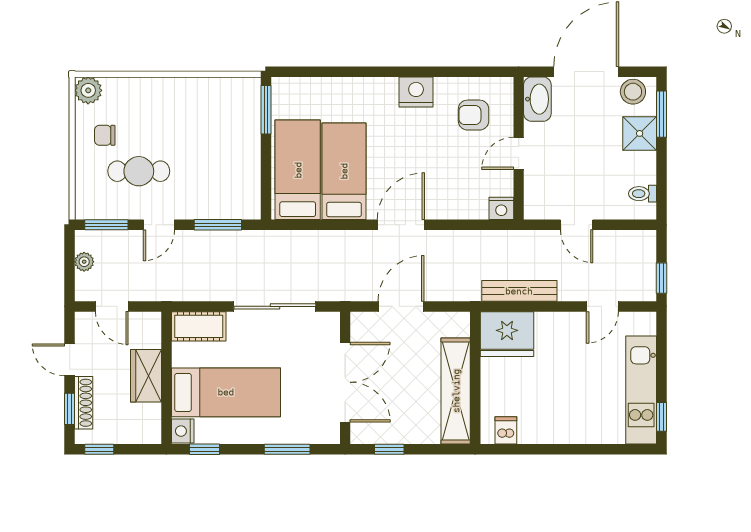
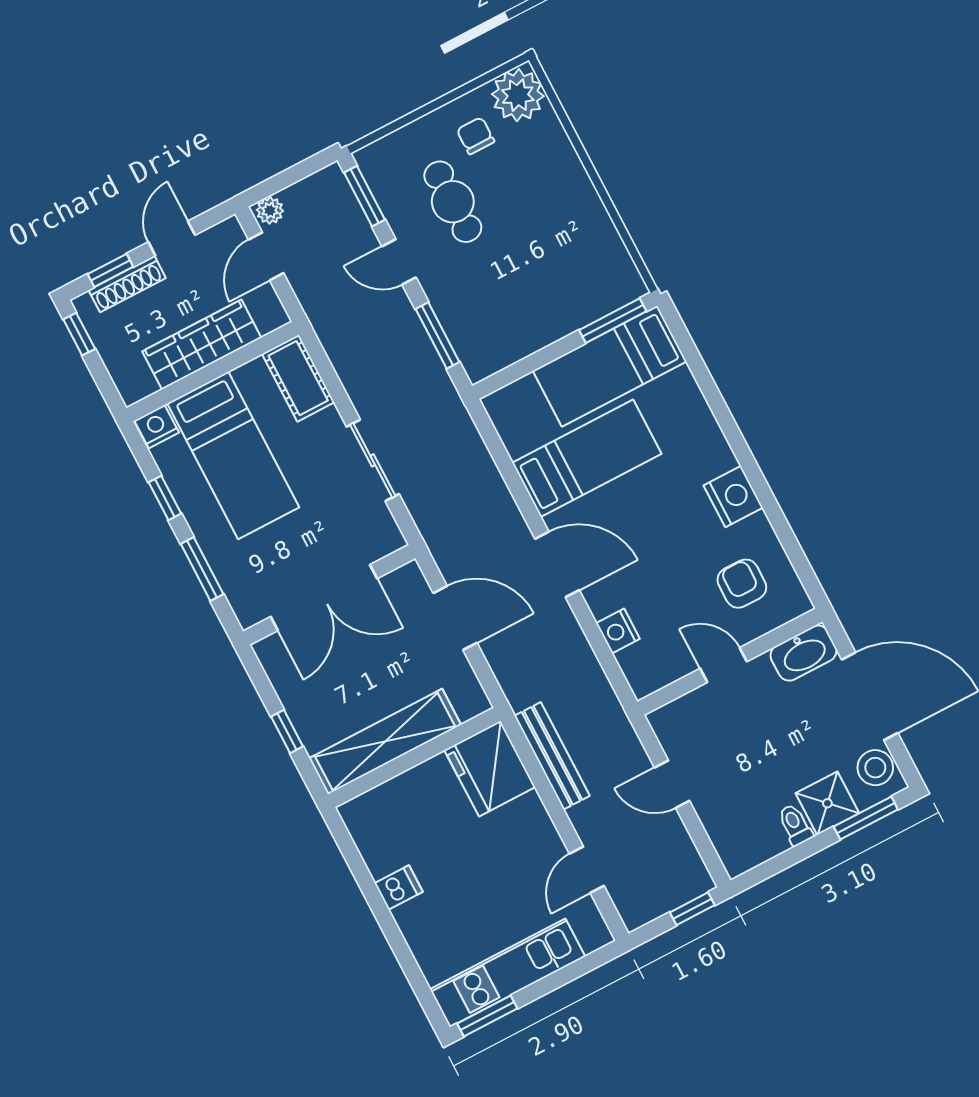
plant: (88, 90) -> (518, 95), width x1.36, depth x1.36
bed: (298, 170) -> (610, 366), moved, turned 180
toilet: (643, 194) -> (795, 825), moved
nightstand: (501, 208) -> (618, 631), moved
door: (577, 225) -> (672, 784), hinge flipped
plant: (84, 262) -> (270, 210), moved
window: (662, 278) -> (692, 909), moved
sliding door: (275, 306) -> (373, 460), width x0.73
door: (602, 306) -> (587, 870), hinge flipped
wardrobe: (146, 376) -> (202, 345), width x1.50
window: (662, 417) -> (487, 1016), width x1.50
dishwasher: (506, 430) -> (399, 887), moved
window: (204, 449) -> (165, 498), moved
window: (389, 449) -> (287, 732), moved

